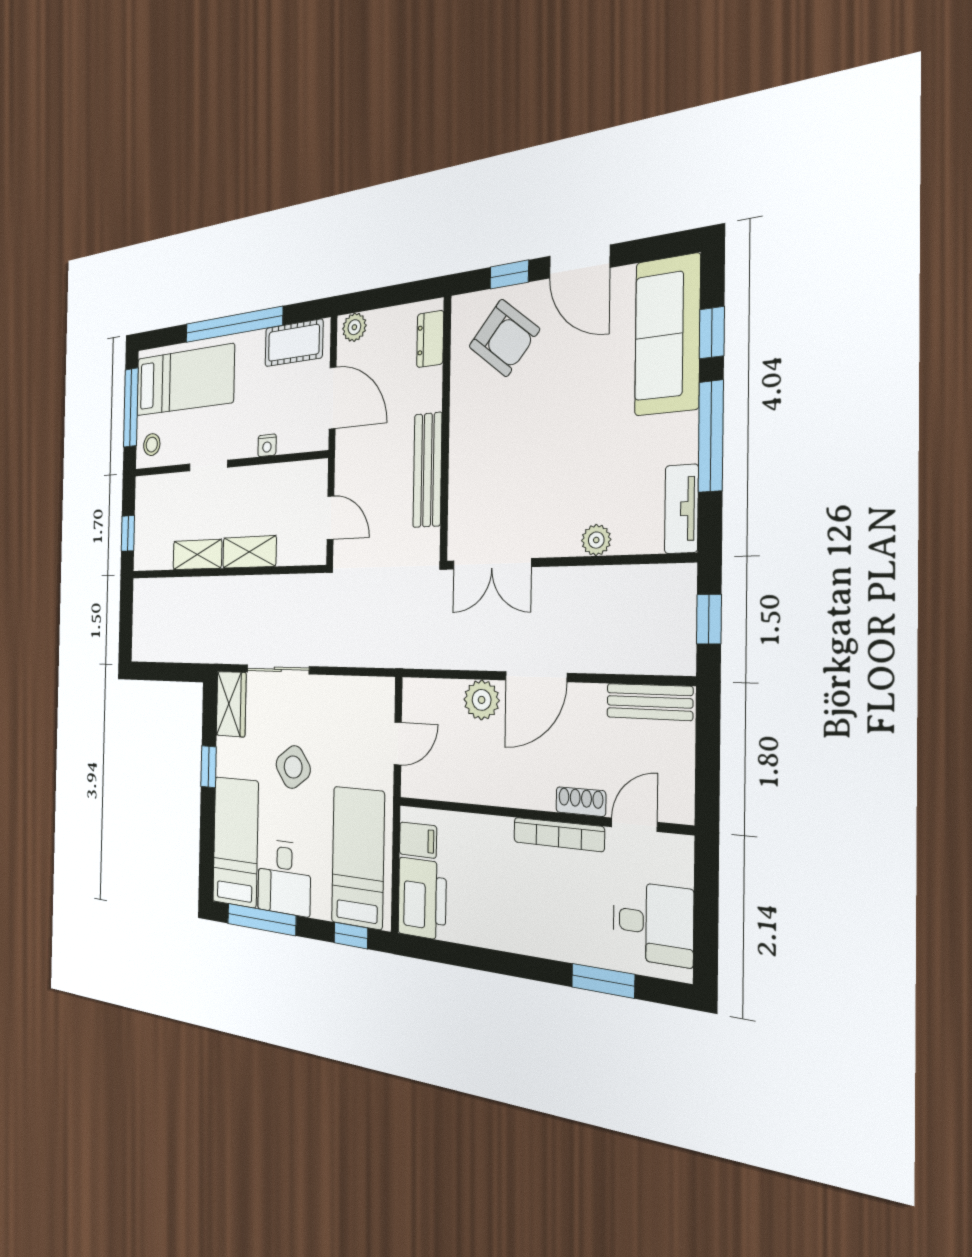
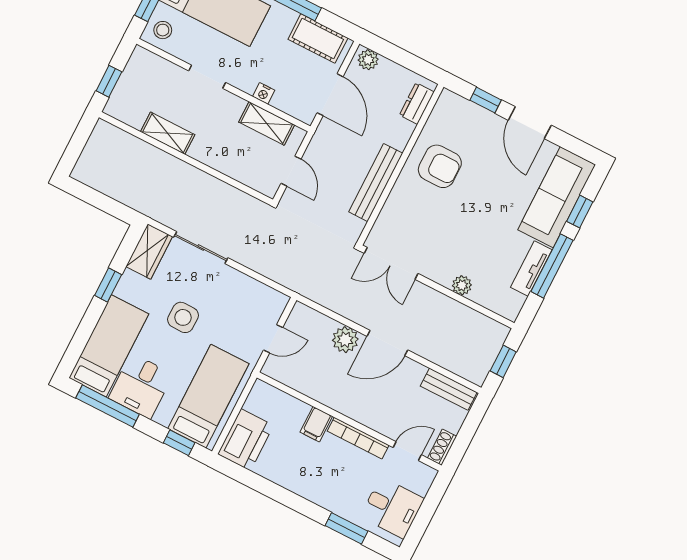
armchair: (504, 338) -> (440, 166), moved, turned -40
tv unit: (681, 509) -> (531, 269), moved
shelving: (249, 552) -> (267, 123), moved
side table: (293, 767) -> (183, 317), turned 37
shoe rack: (581, 802) -> (442, 447), moved, turned -90
filing cabinet: (418, 840) -> (316, 424), moved, turned 90

